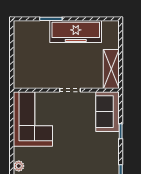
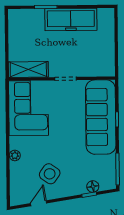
shelving: (111, 69) -> (28, 70), moved, turned 90
sofa: (107, 112) -> (101, 117), width x1.85, depth x1.27

